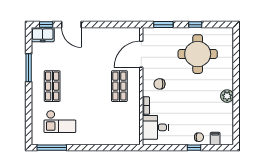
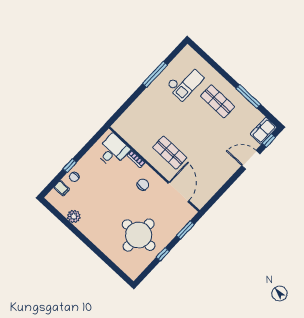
plant: (227, 96) -> (74, 216), moved
checkout: (60, 122) -> (185, 82), turned 180
window: (52, 148) -> (155, 74), moved

